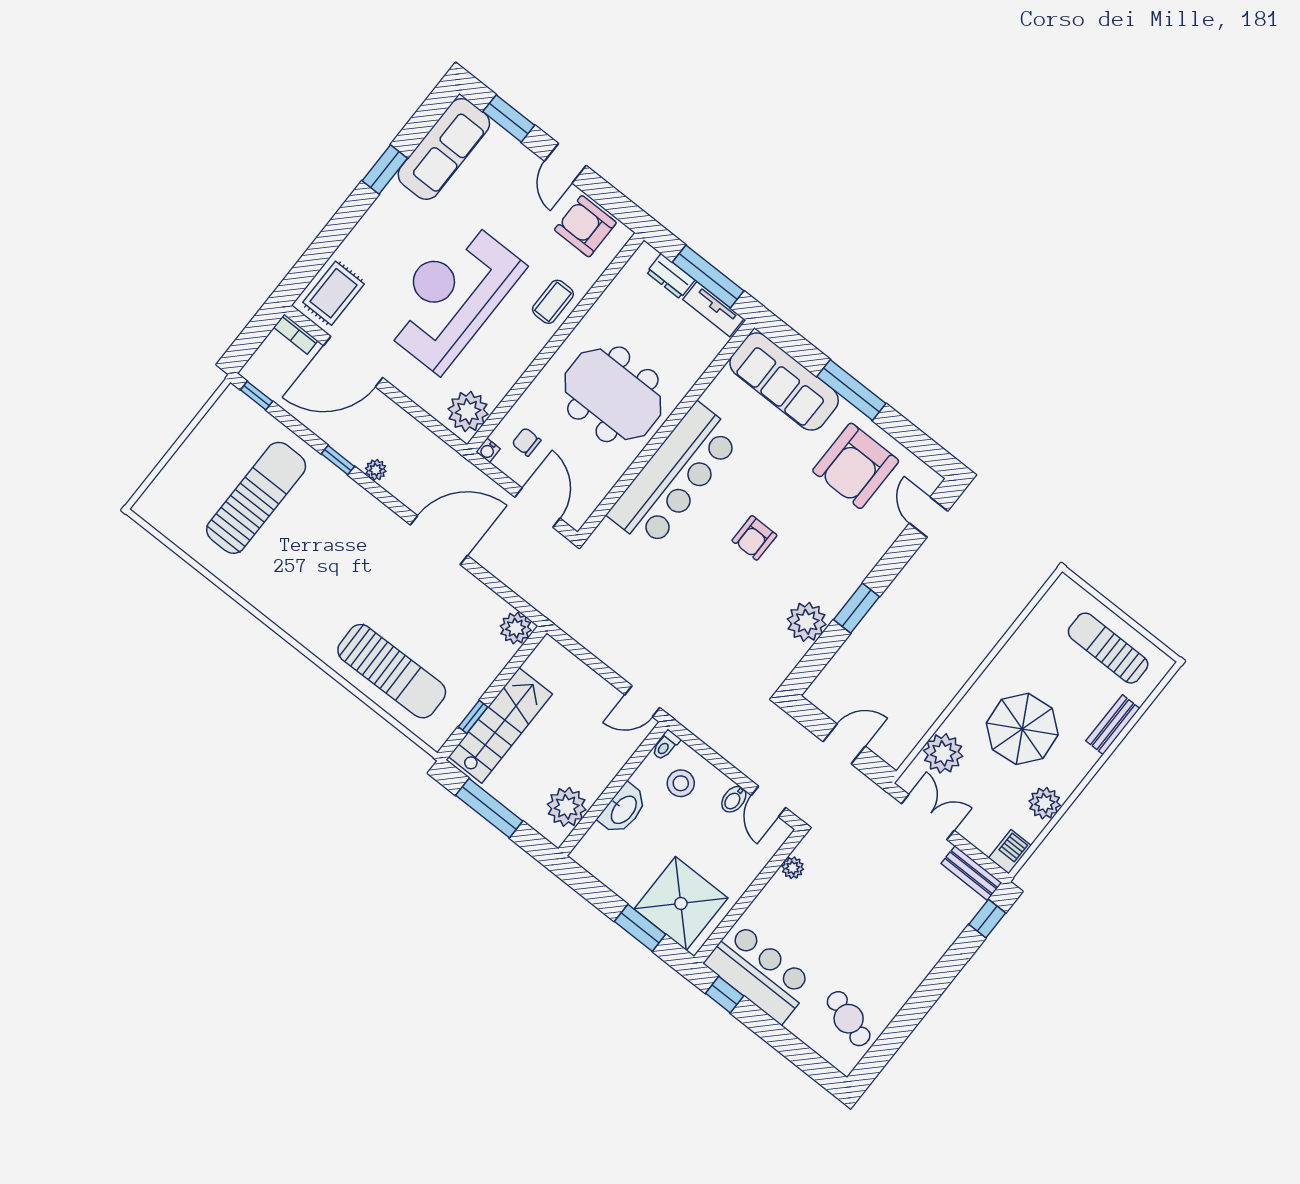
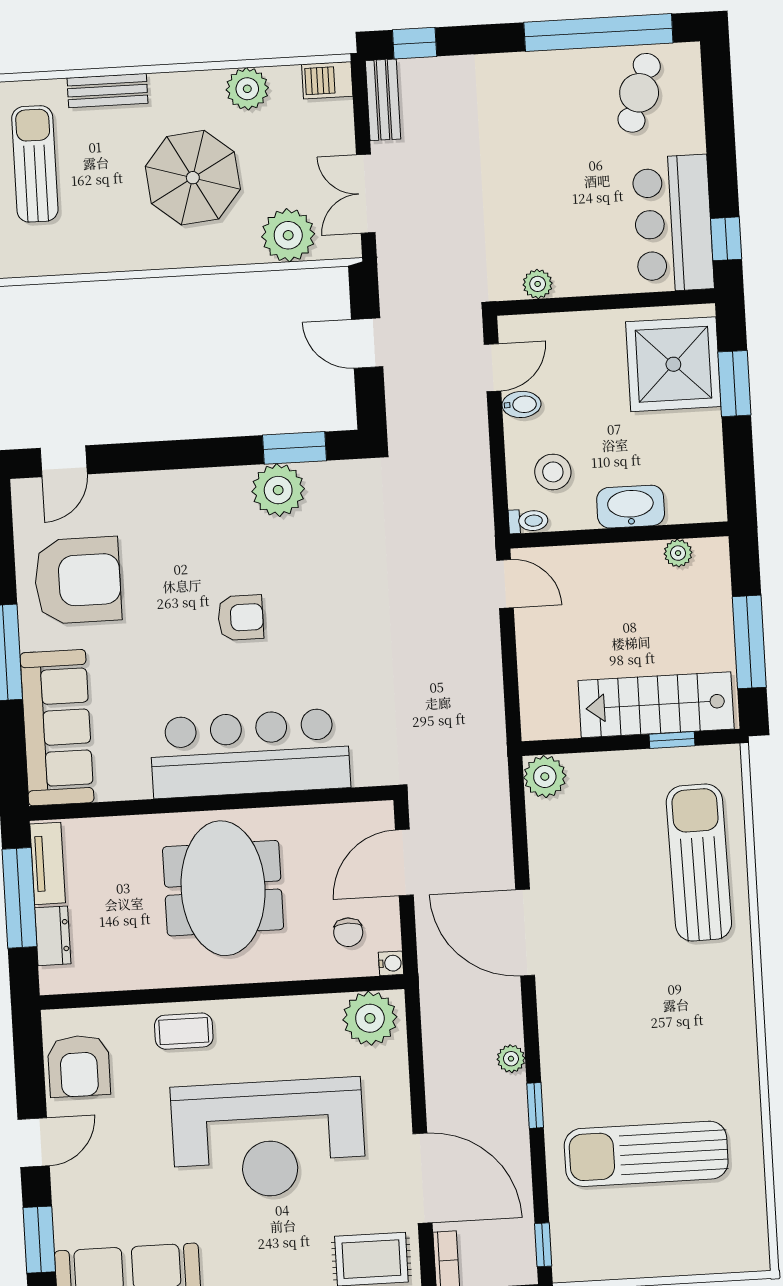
window: (856, 608) -> (295, 448), moved
sun lounger: (1108, 648) -> (35, 164), turned 180
plant: (567, 807) -> (678, 553), width x0.53, depth x0.53
window: (902, 1026) -> (598, 33), added

